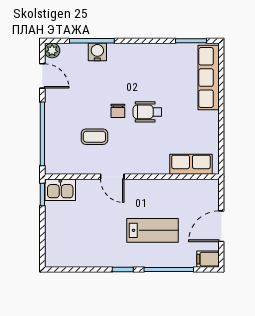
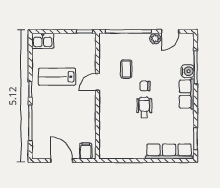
plant: (52, 50) -> (155, 38), moved
row of seats: (191, 164) -> (187, 94), moved, turned 180
kitchen sink: (60, 190) -> (43, 41), moved, turned -90
lab bench: (153, 230) -> (57, 77), moved, turned 90
filing cabinet: (208, 259) -> (86, 151), moved

